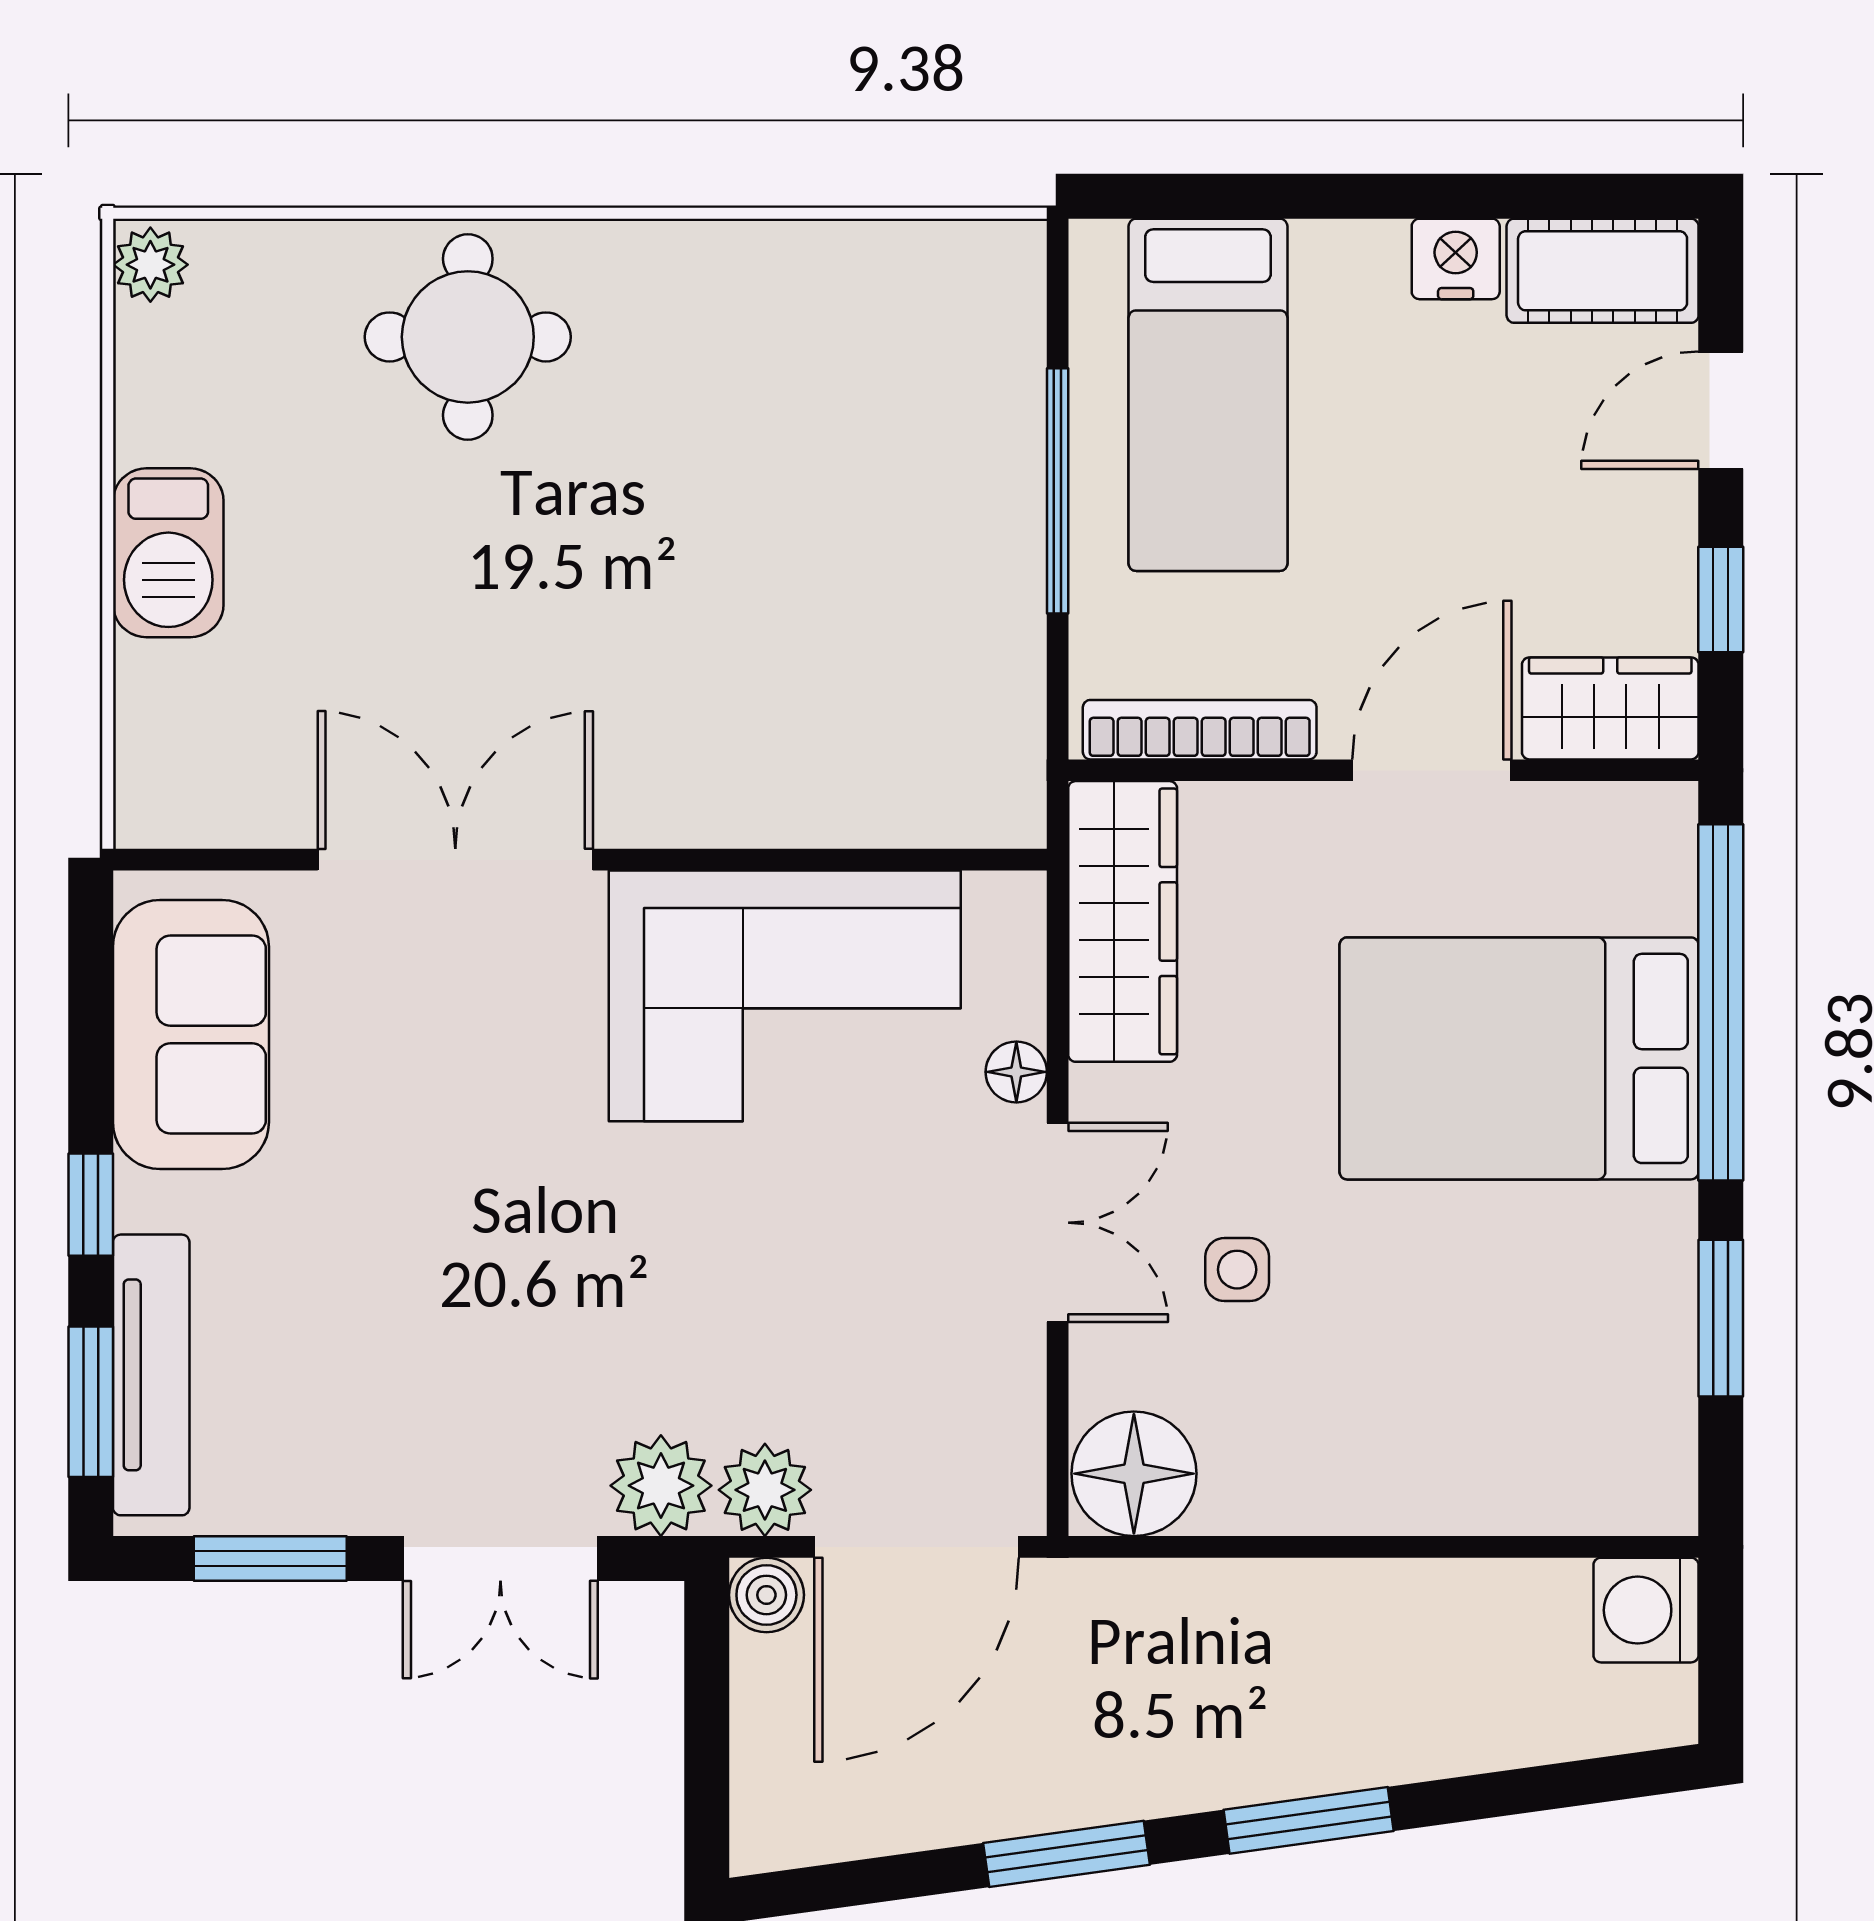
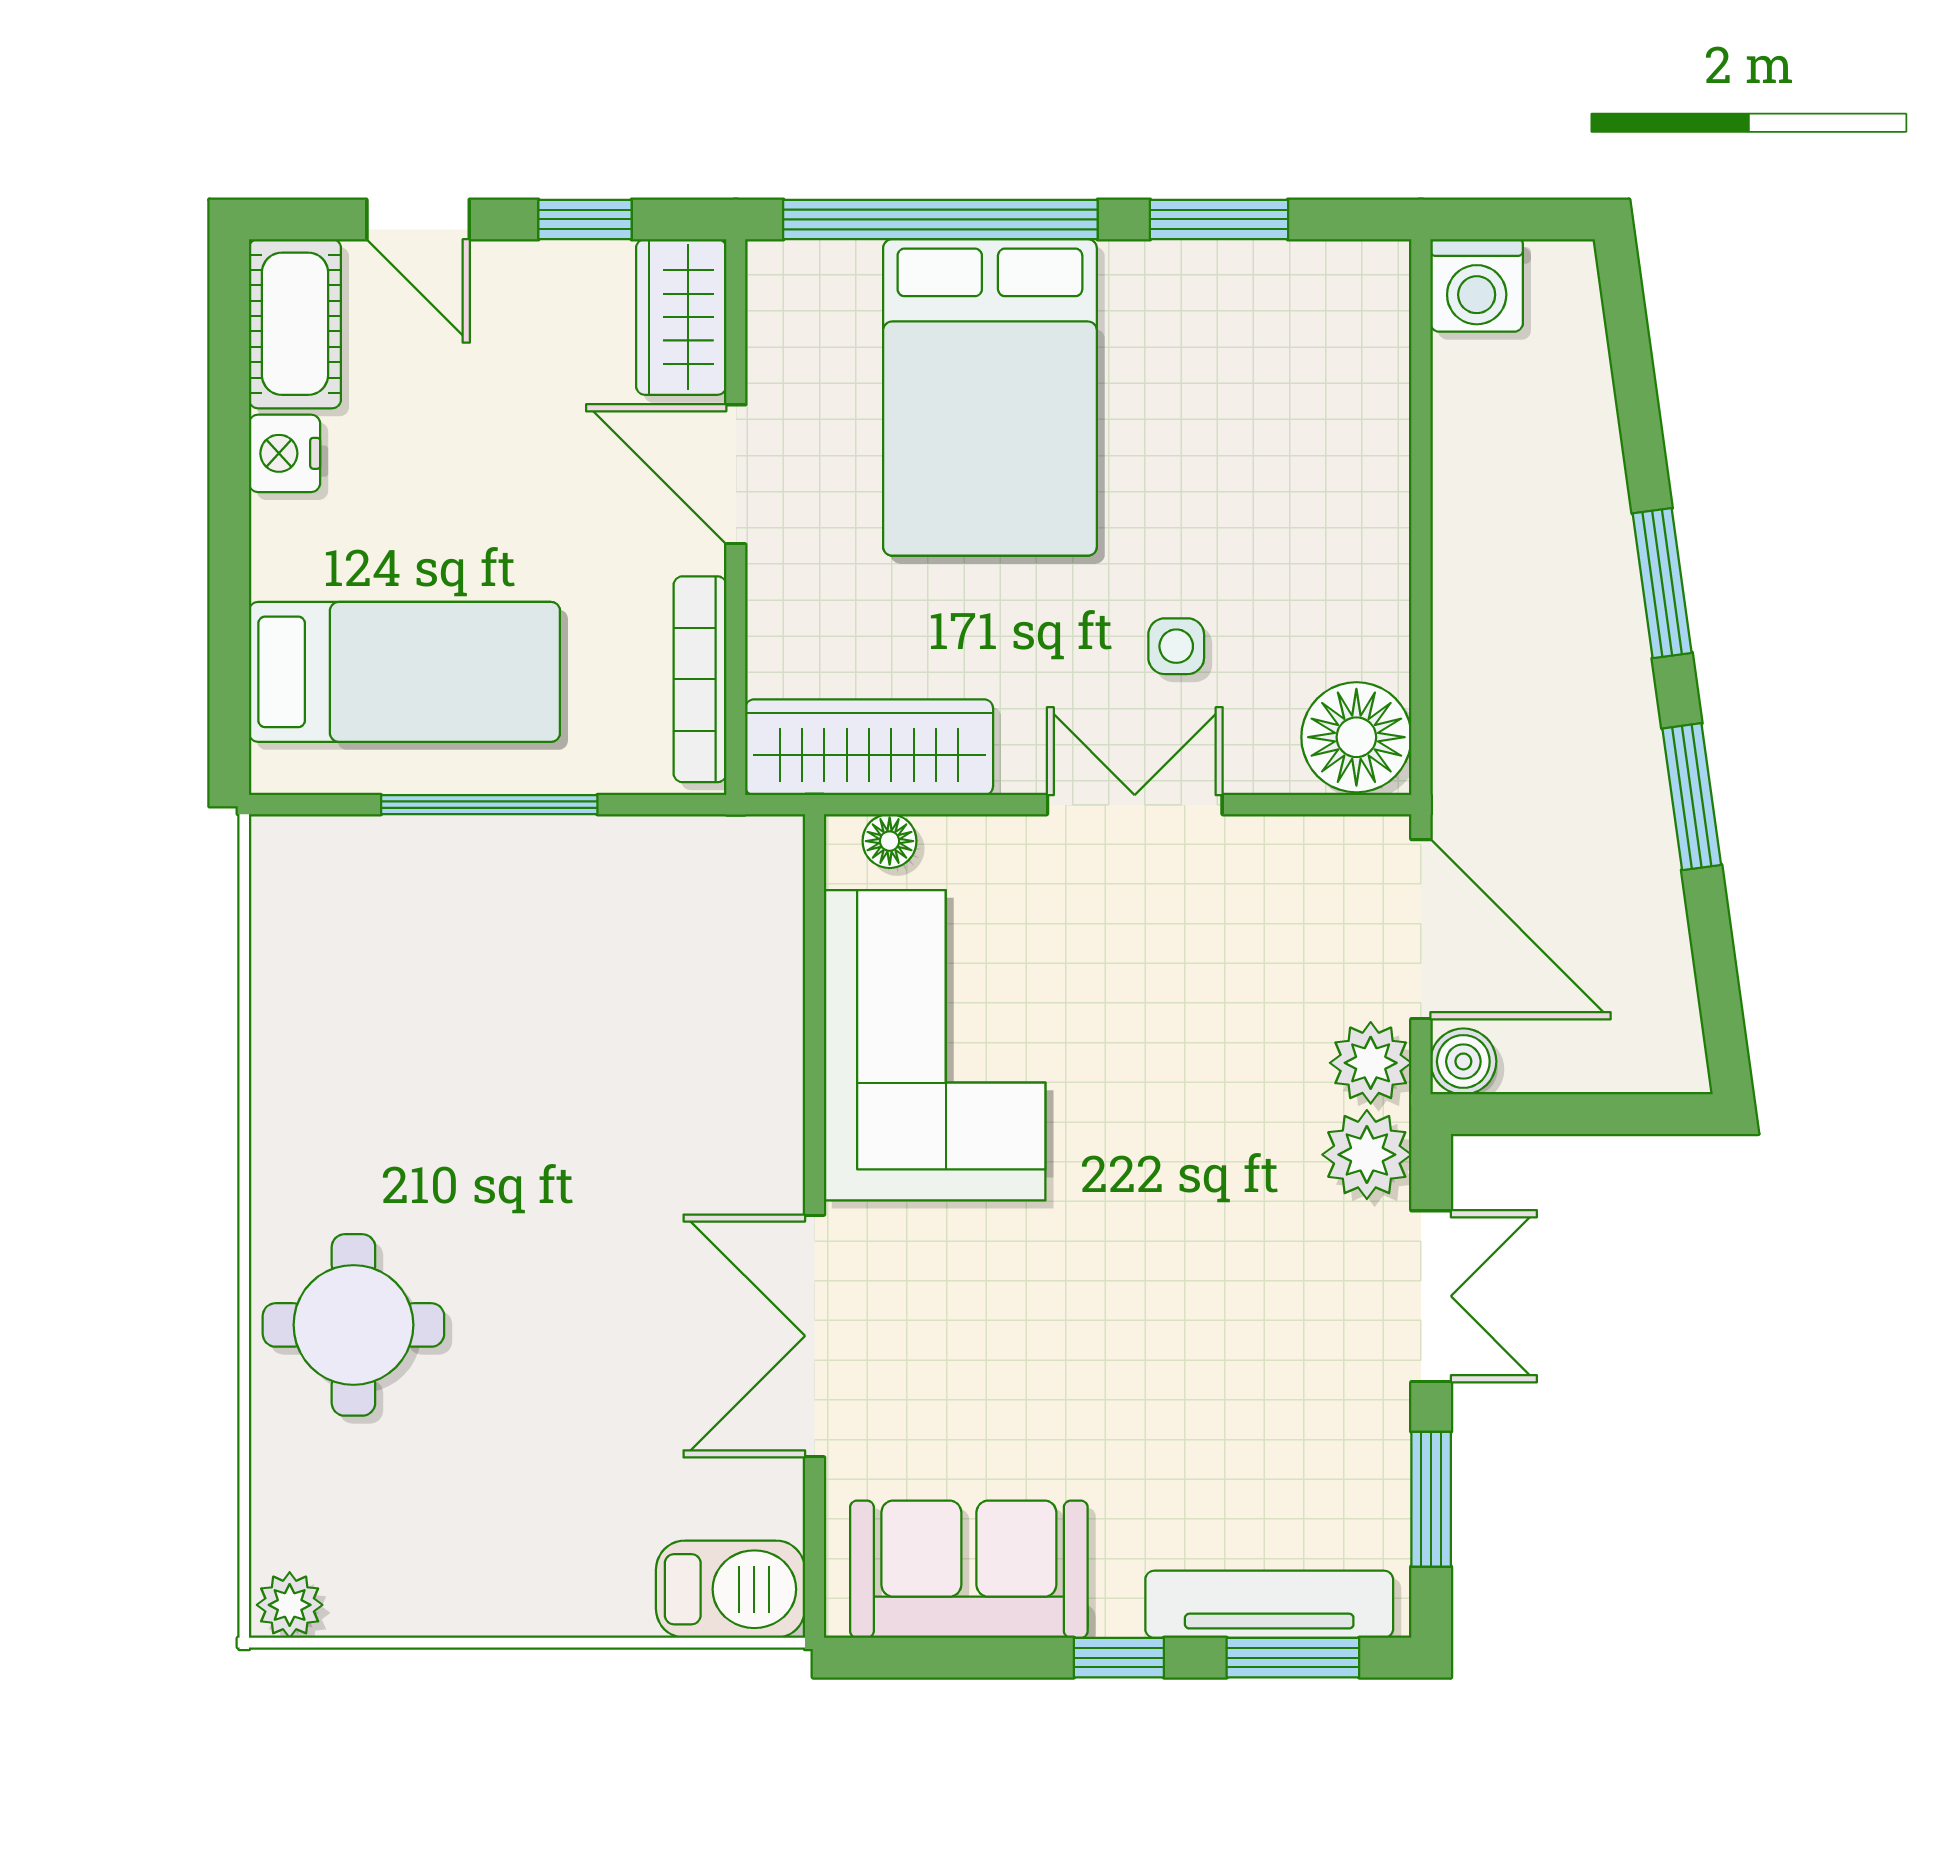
barbecue: (168, 553) -> (730, 1589), moved
floor lamp: (1016, 1072) -> (890, 841), moved

